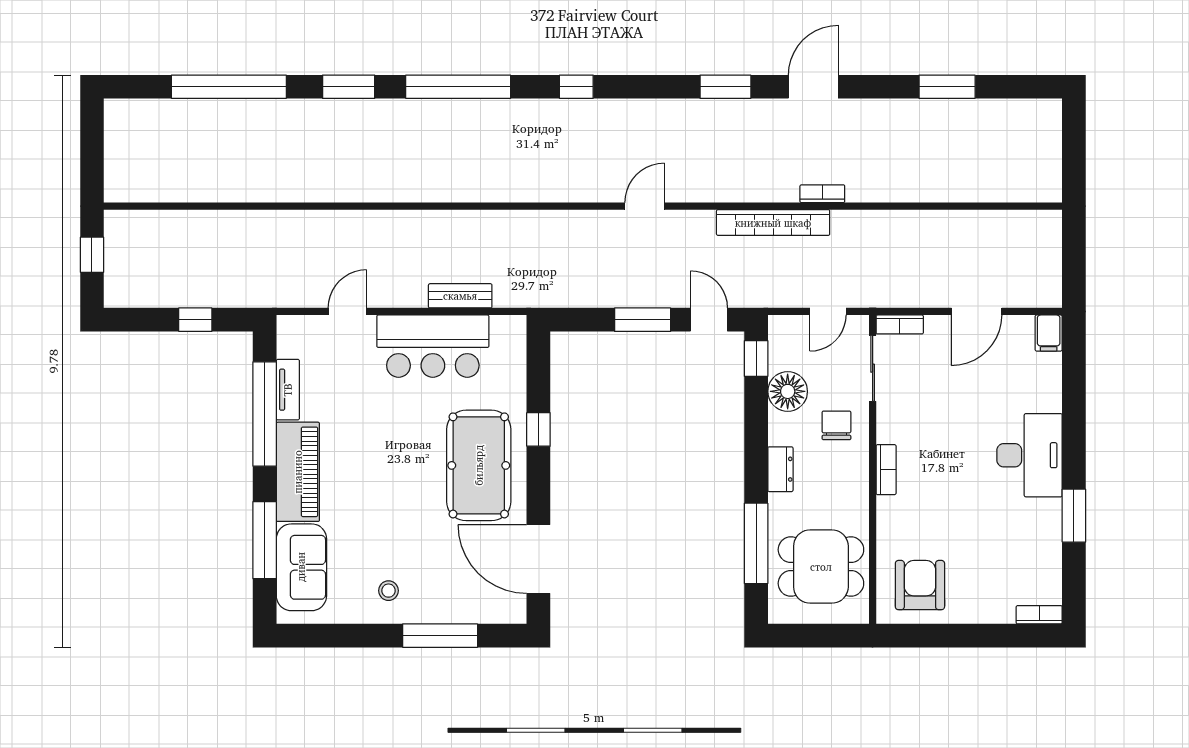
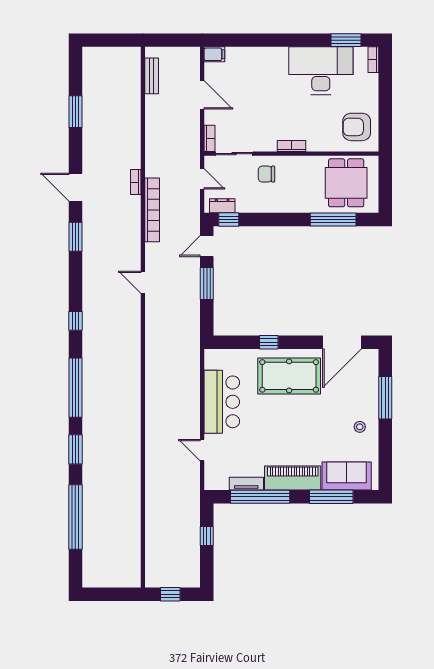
bench: (460, 296) -> (152, 76), moved
floor lamp: (788, 391) -> (247, 202), removed
desk: (1029, 455) -> (321, 71), moved, width x1.36, depth x1.30
dresser: (780, 469) -> (222, 206), moved
window: (1074, 516) -> (346, 40), moved

